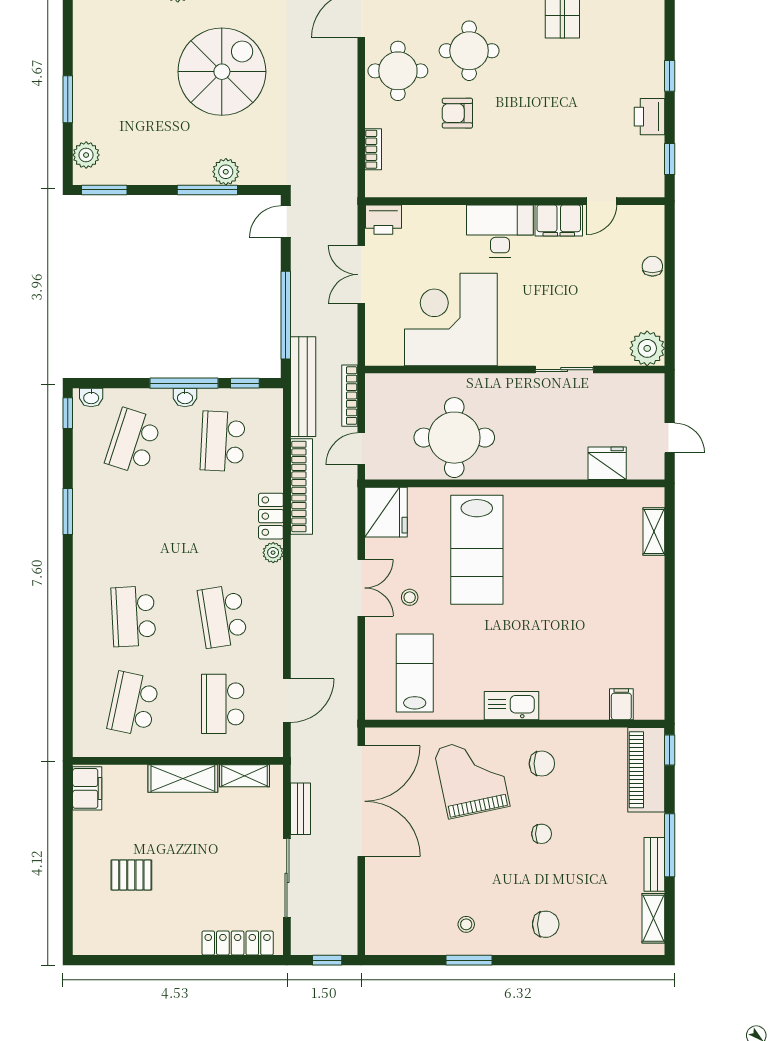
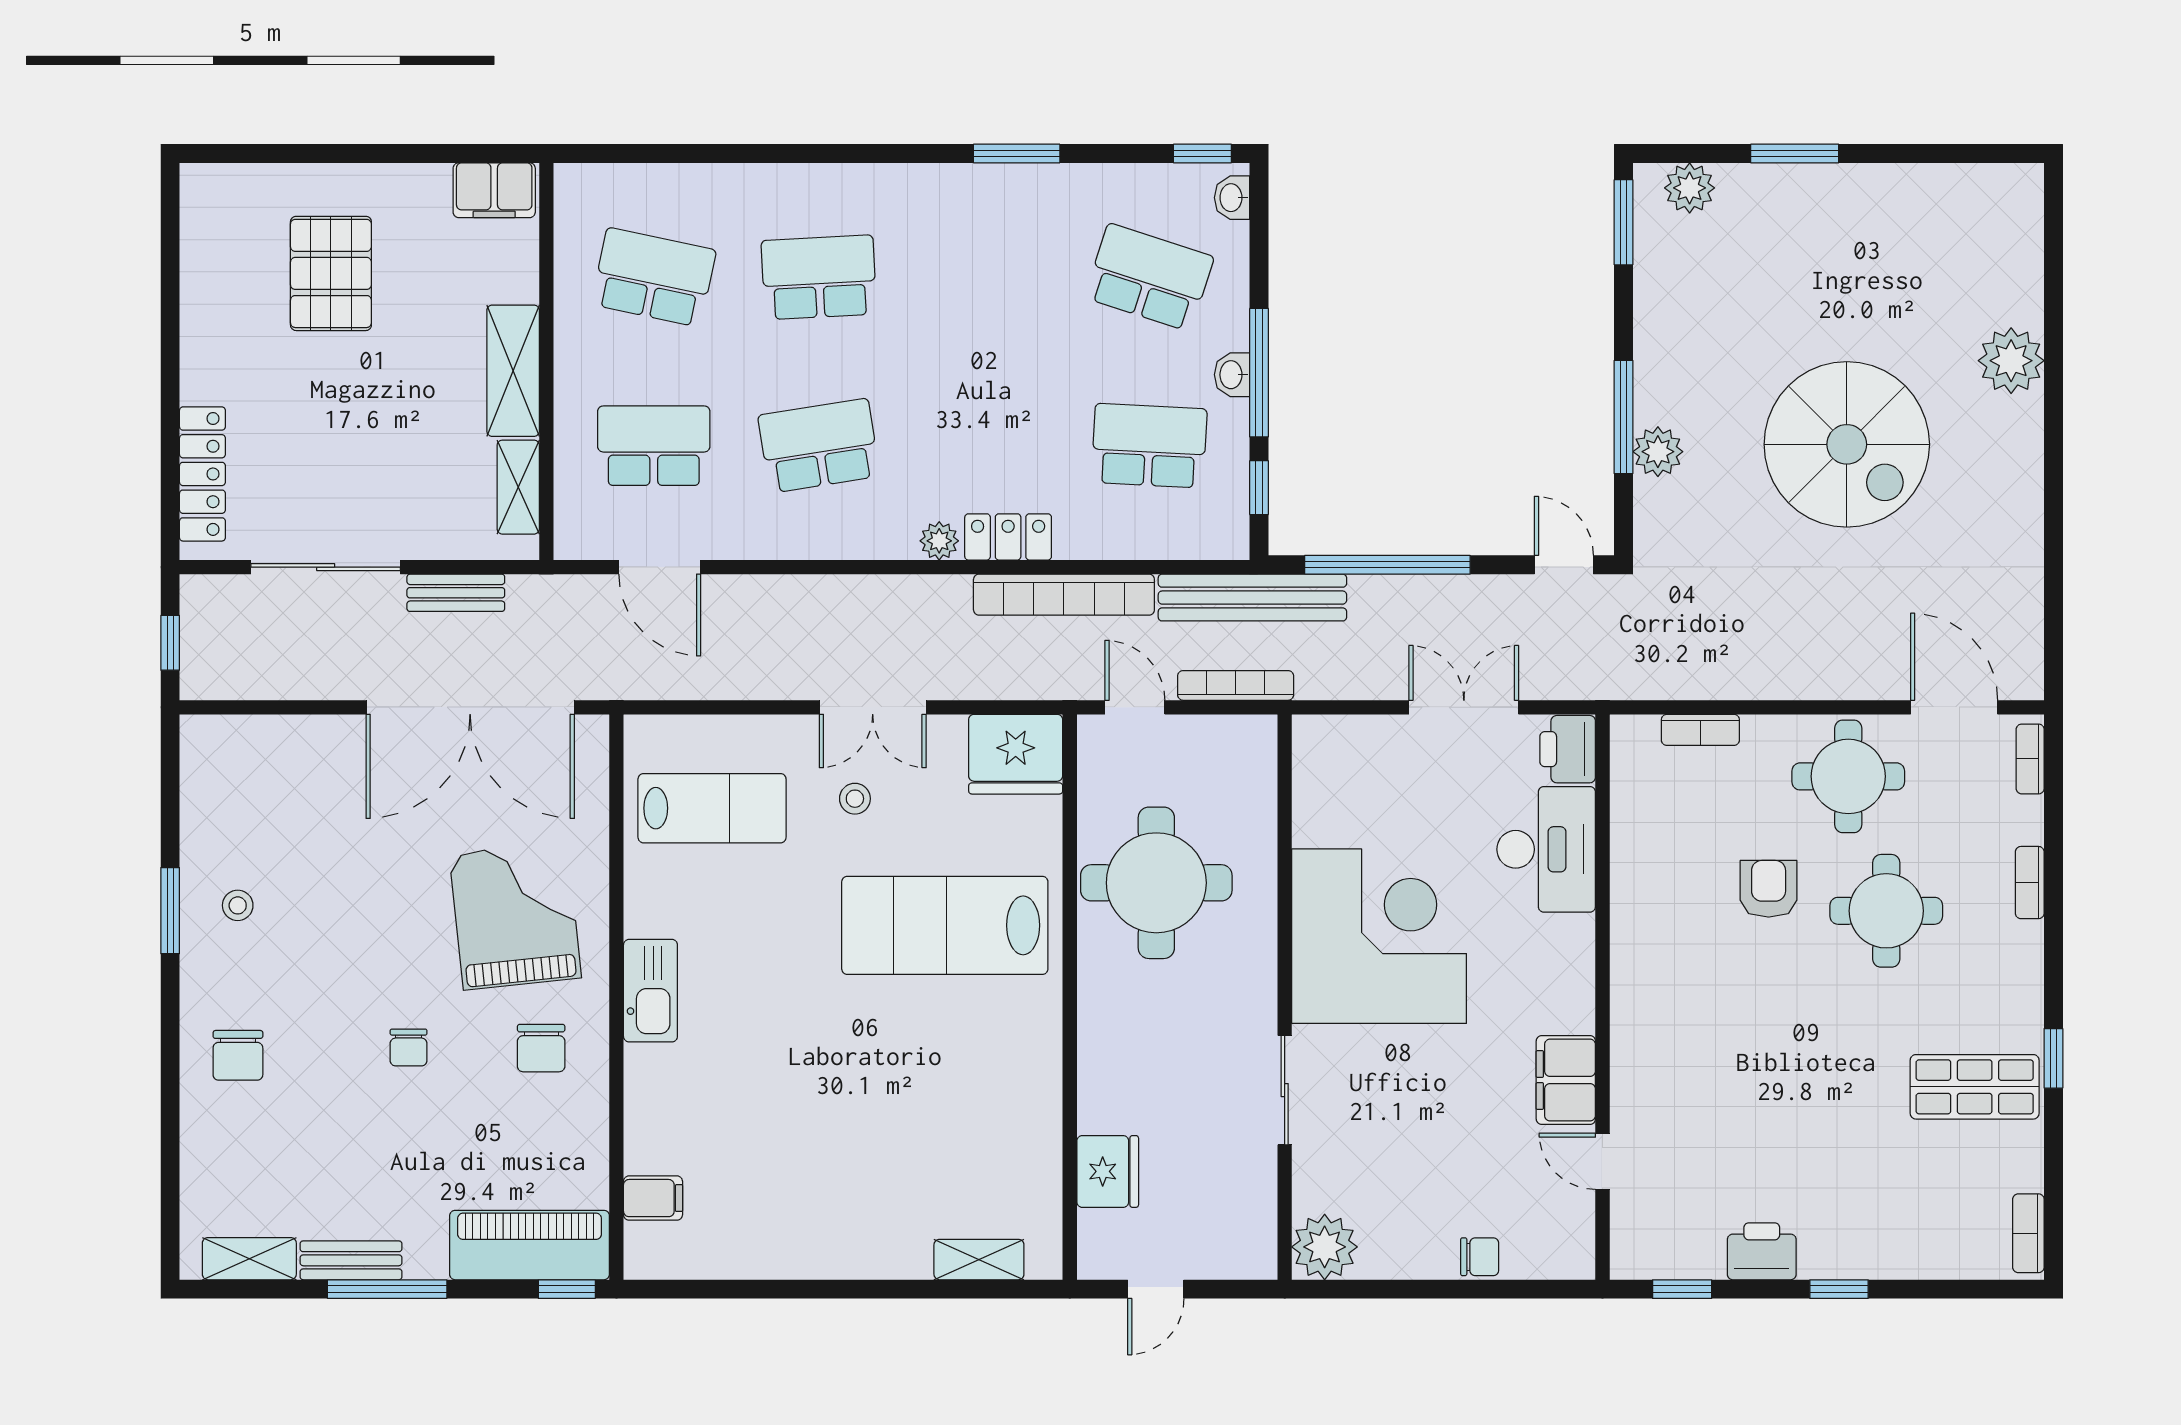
desk: (500, 231) -> (1546, 849), moved
corner desk: (451, 320) -> (1379, 936), moved
grand piano: (472, 777) -> (515, 916), turned -84
pallet: (131, 875) -> (331, 273), width x1.50, depth x1.42

